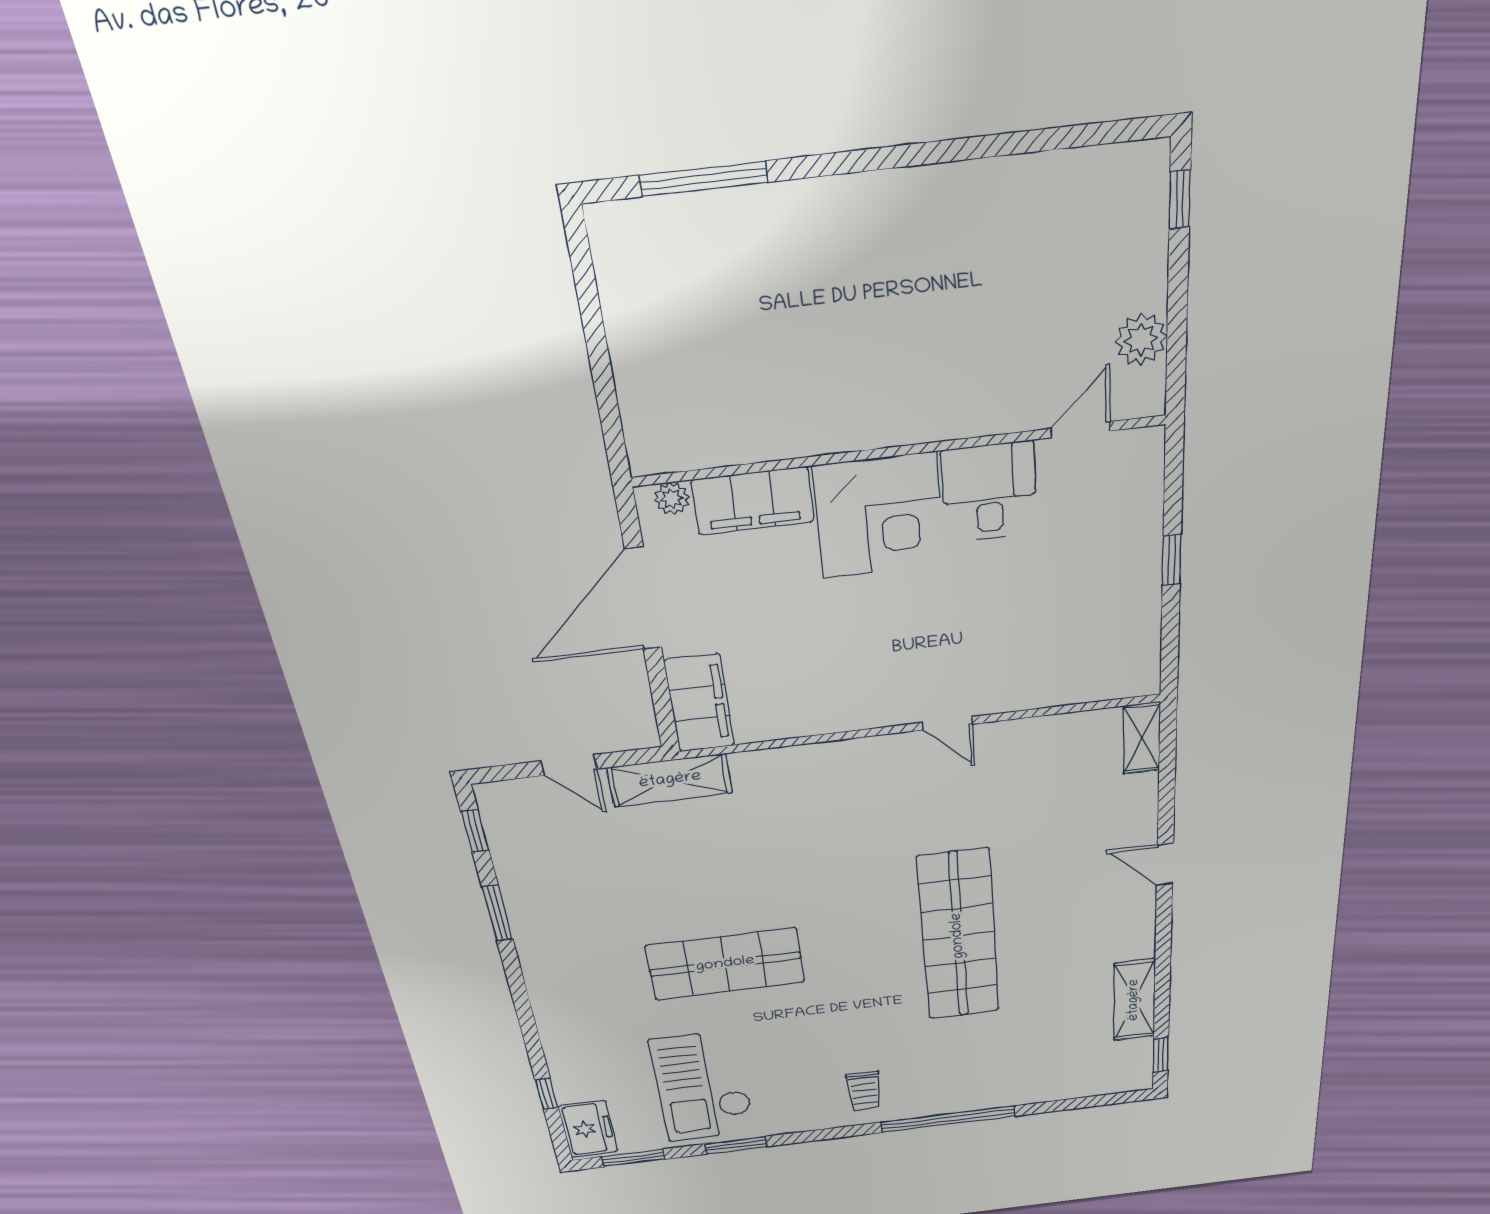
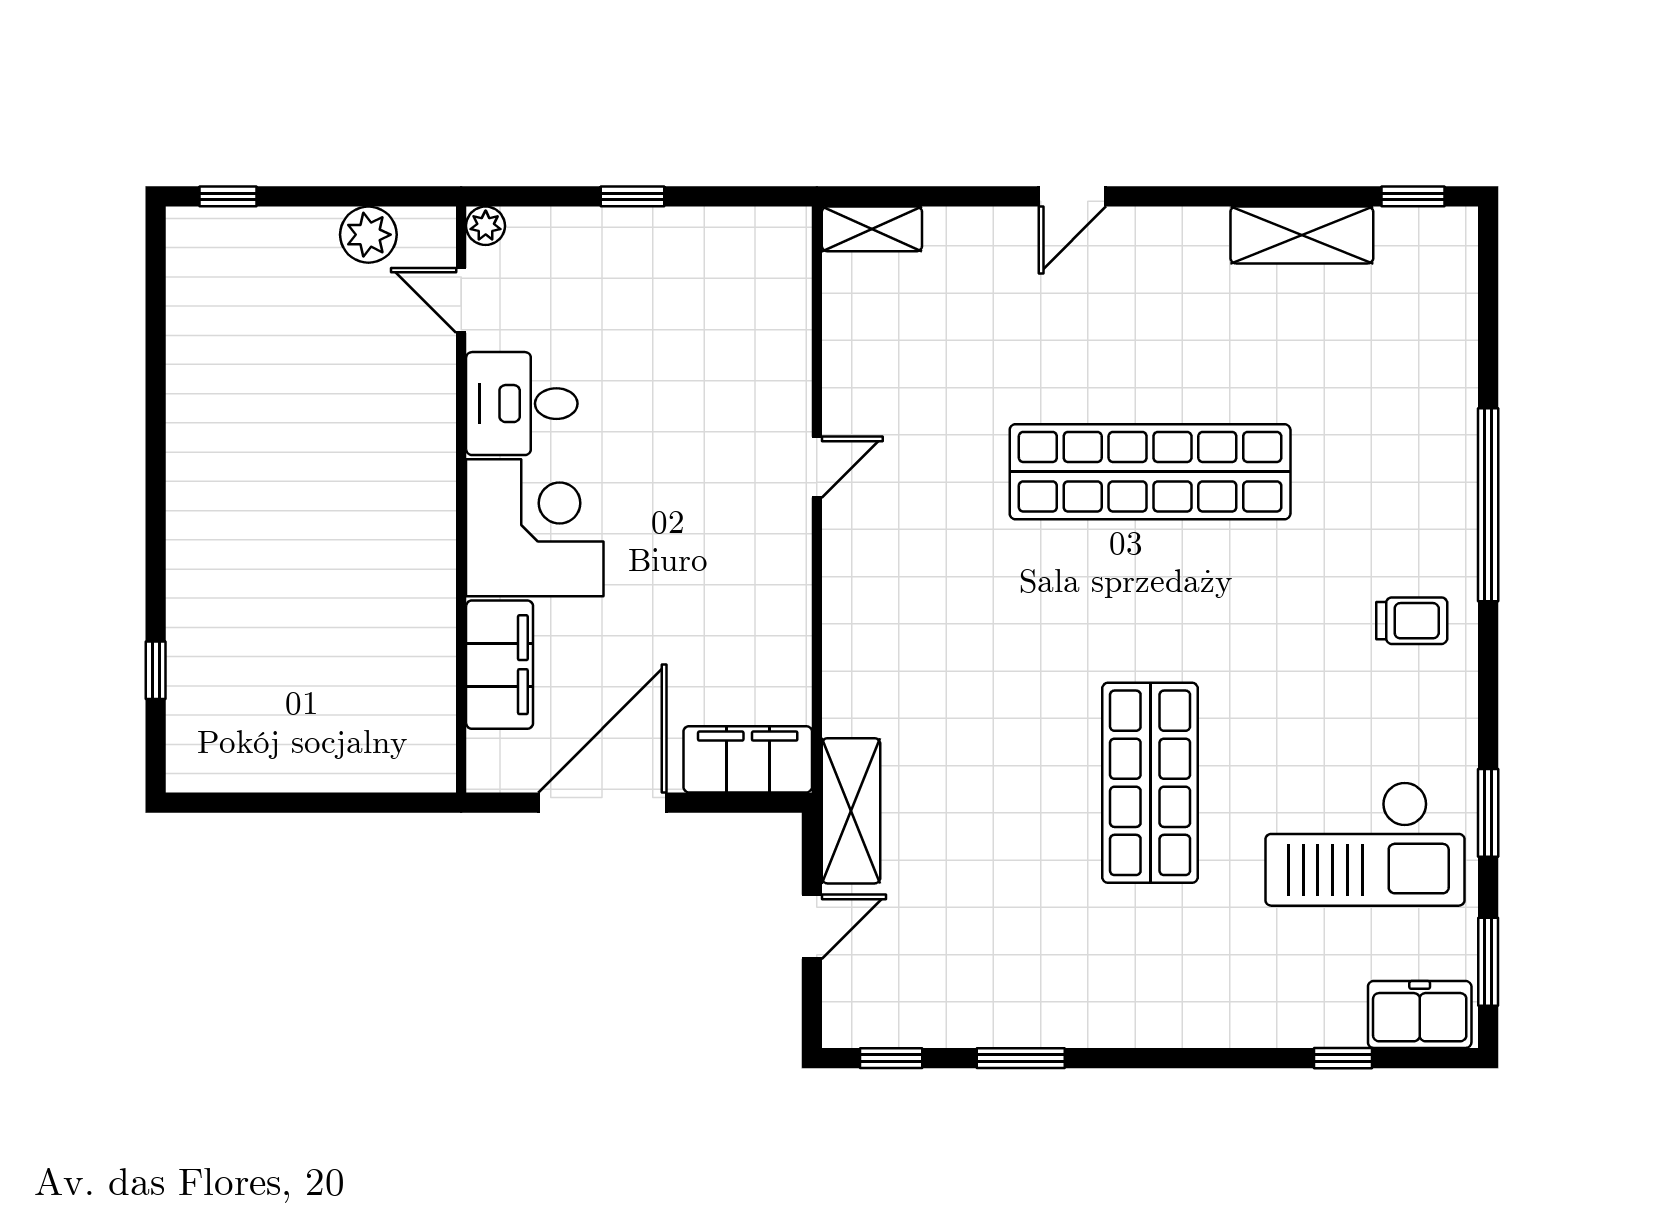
window: (703, 179) -> (156, 670), width x0.46
plant: (672, 498) -> (486, 226), moved
door: (643, 599) -> (602, 803), swing flipped

